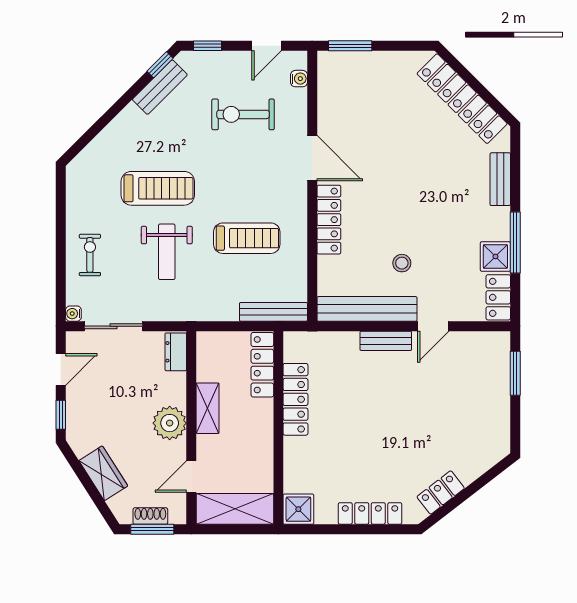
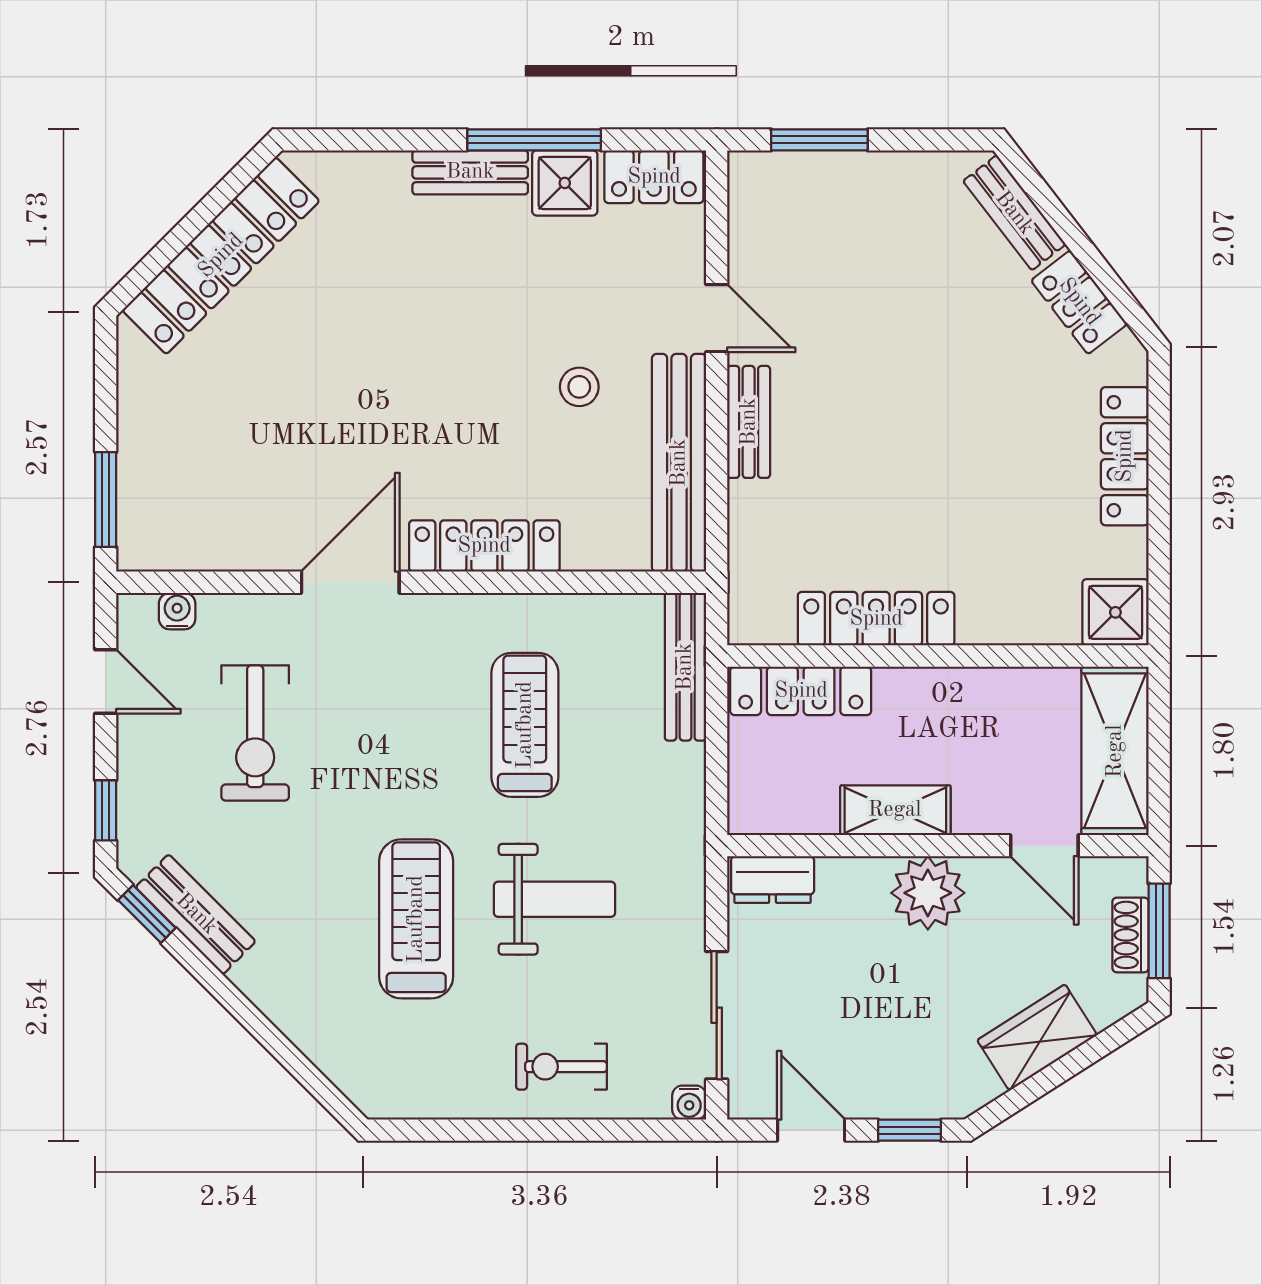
bench: (500, 179) -> (470, 172), moved
bench: (482, 463) -> (1014, 213), added

